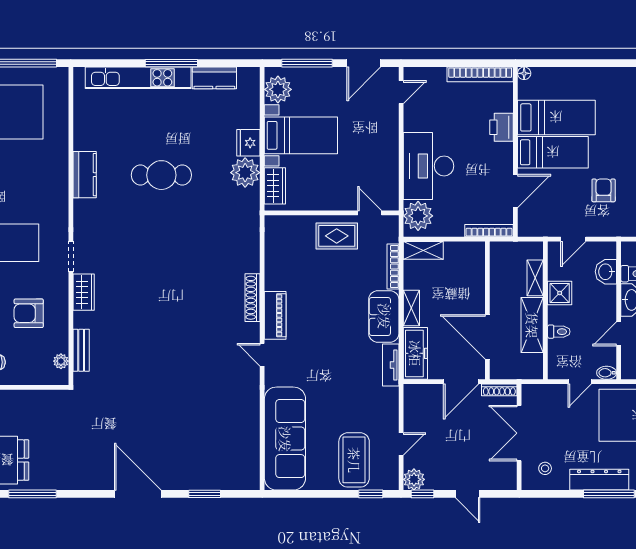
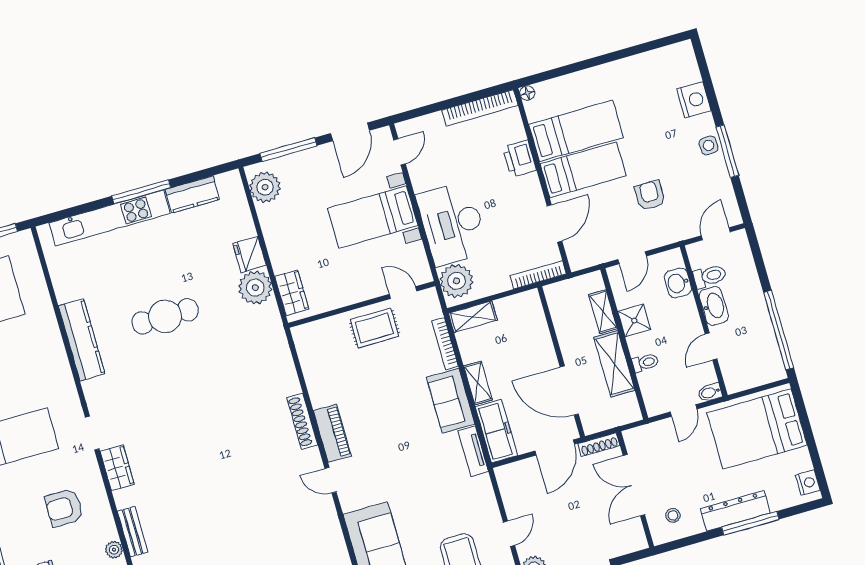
bed with nightstands: (301, 135) -> (373, 217), moved, turned 180
kitchen counter: (85, 175) -> (82, 340), width x1.50

